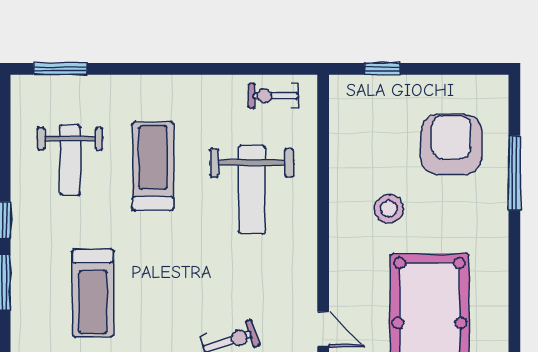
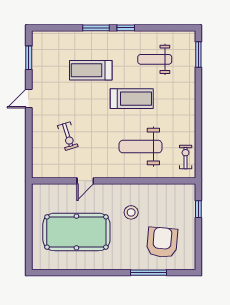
armchair: (451, 144) -> (162, 242), turned -85
treadmill: (153, 166) -> (132, 99), moved
door: (323, 329) -> (85, 181), moved

